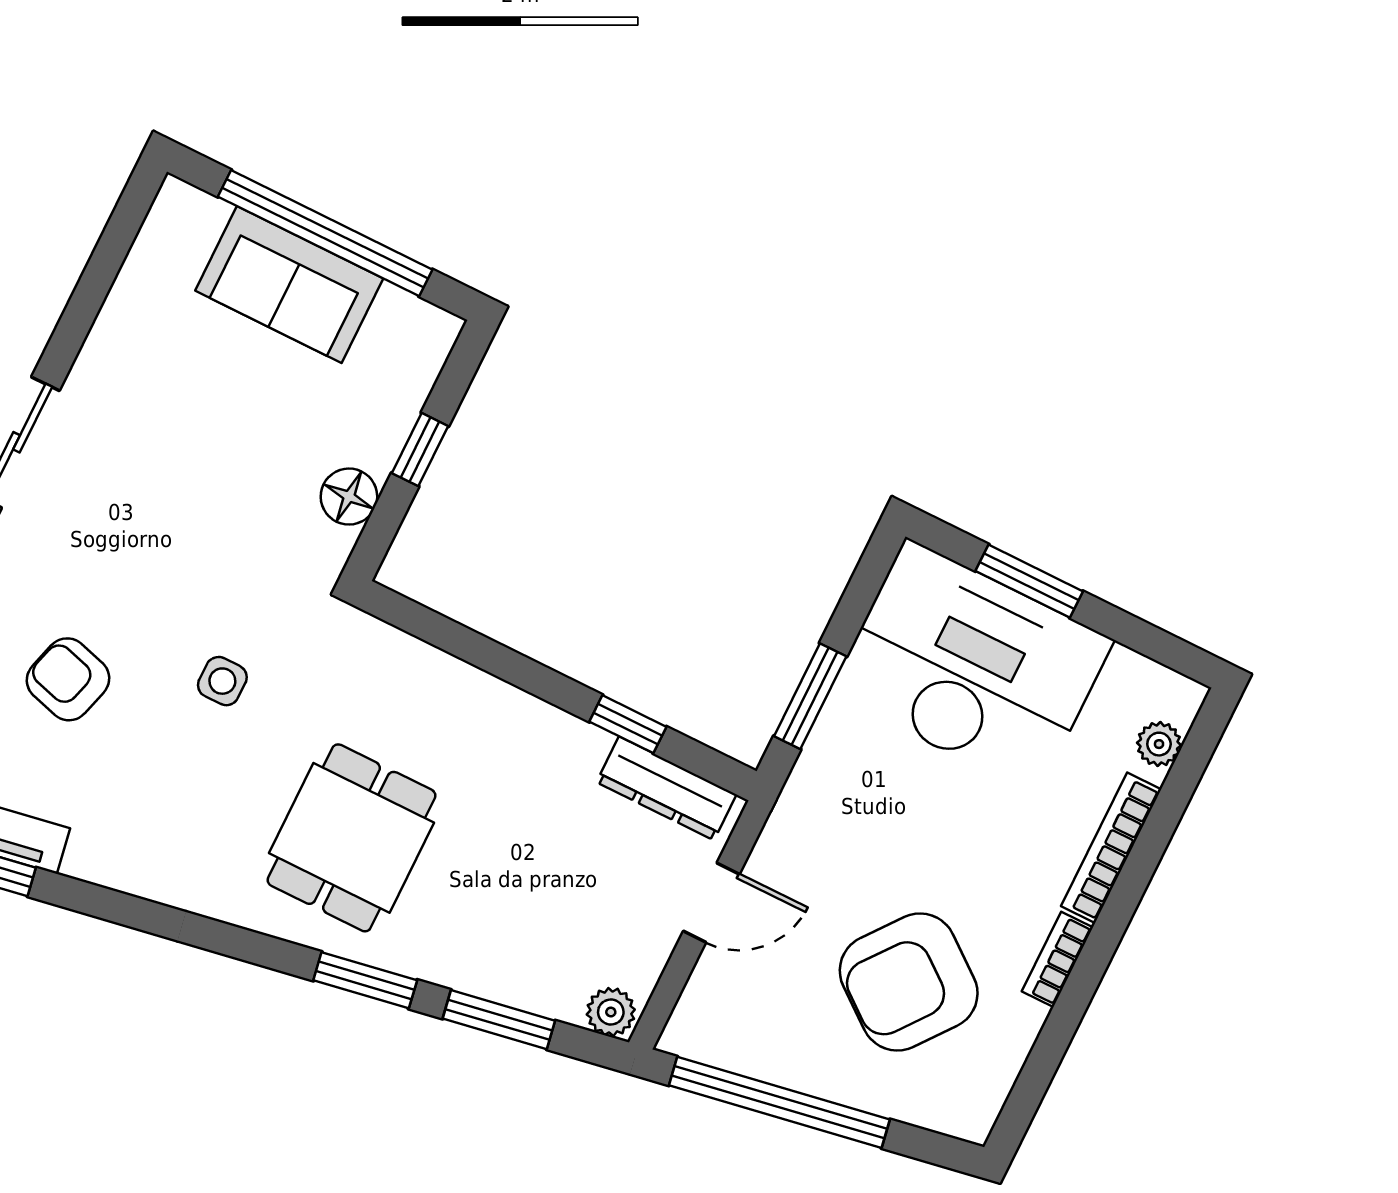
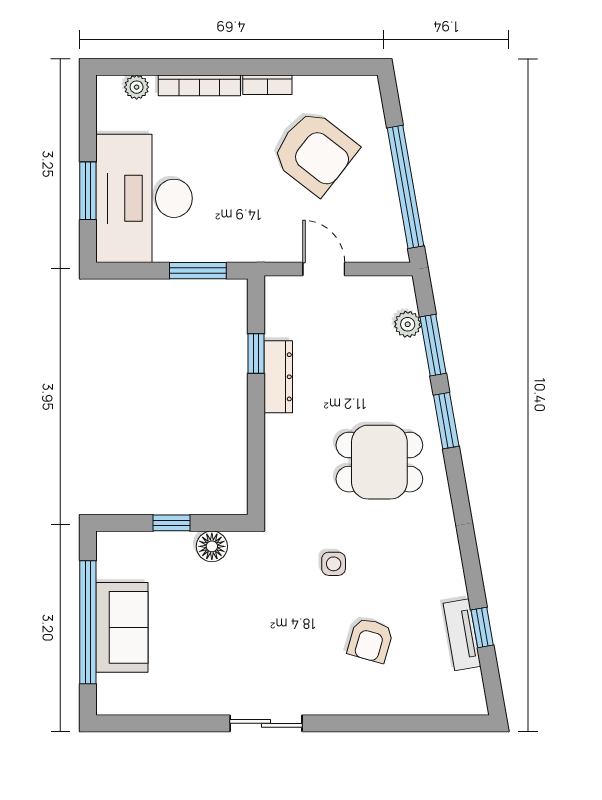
dresser: (666, 788) -> (278, 377), moved
plant: (611, 1012) -> (408, 324), moved

